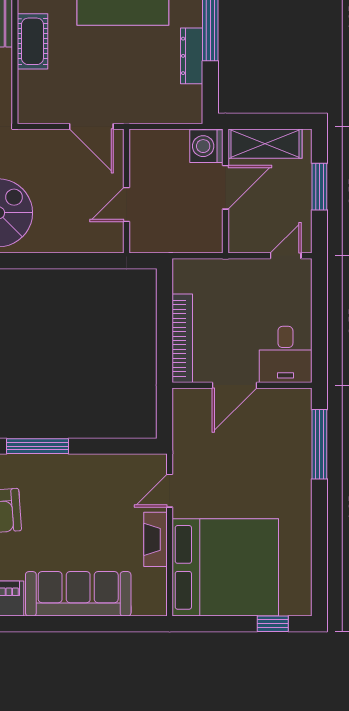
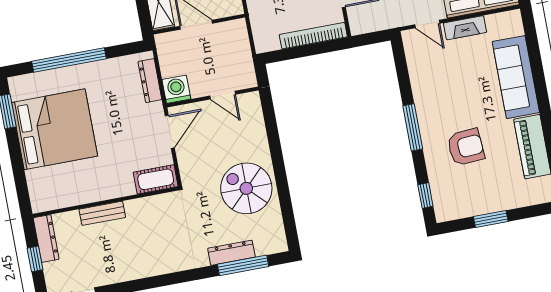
cot: (32, 41) -> (156, 179), moved
dresser: (192, 56) -> (150, 81), moved, turned 90
washing machine: (206, 146) -> (176, 89), moved, turned 180

